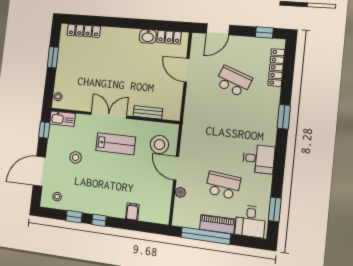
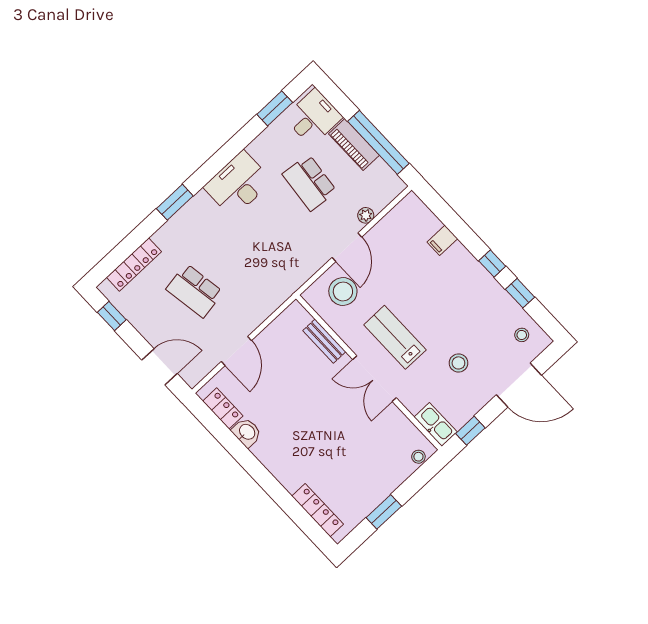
school desk: (233, 81) -> (195, 291), turned -30
desk: (259, 159) -> (238, 184), width x1.37

